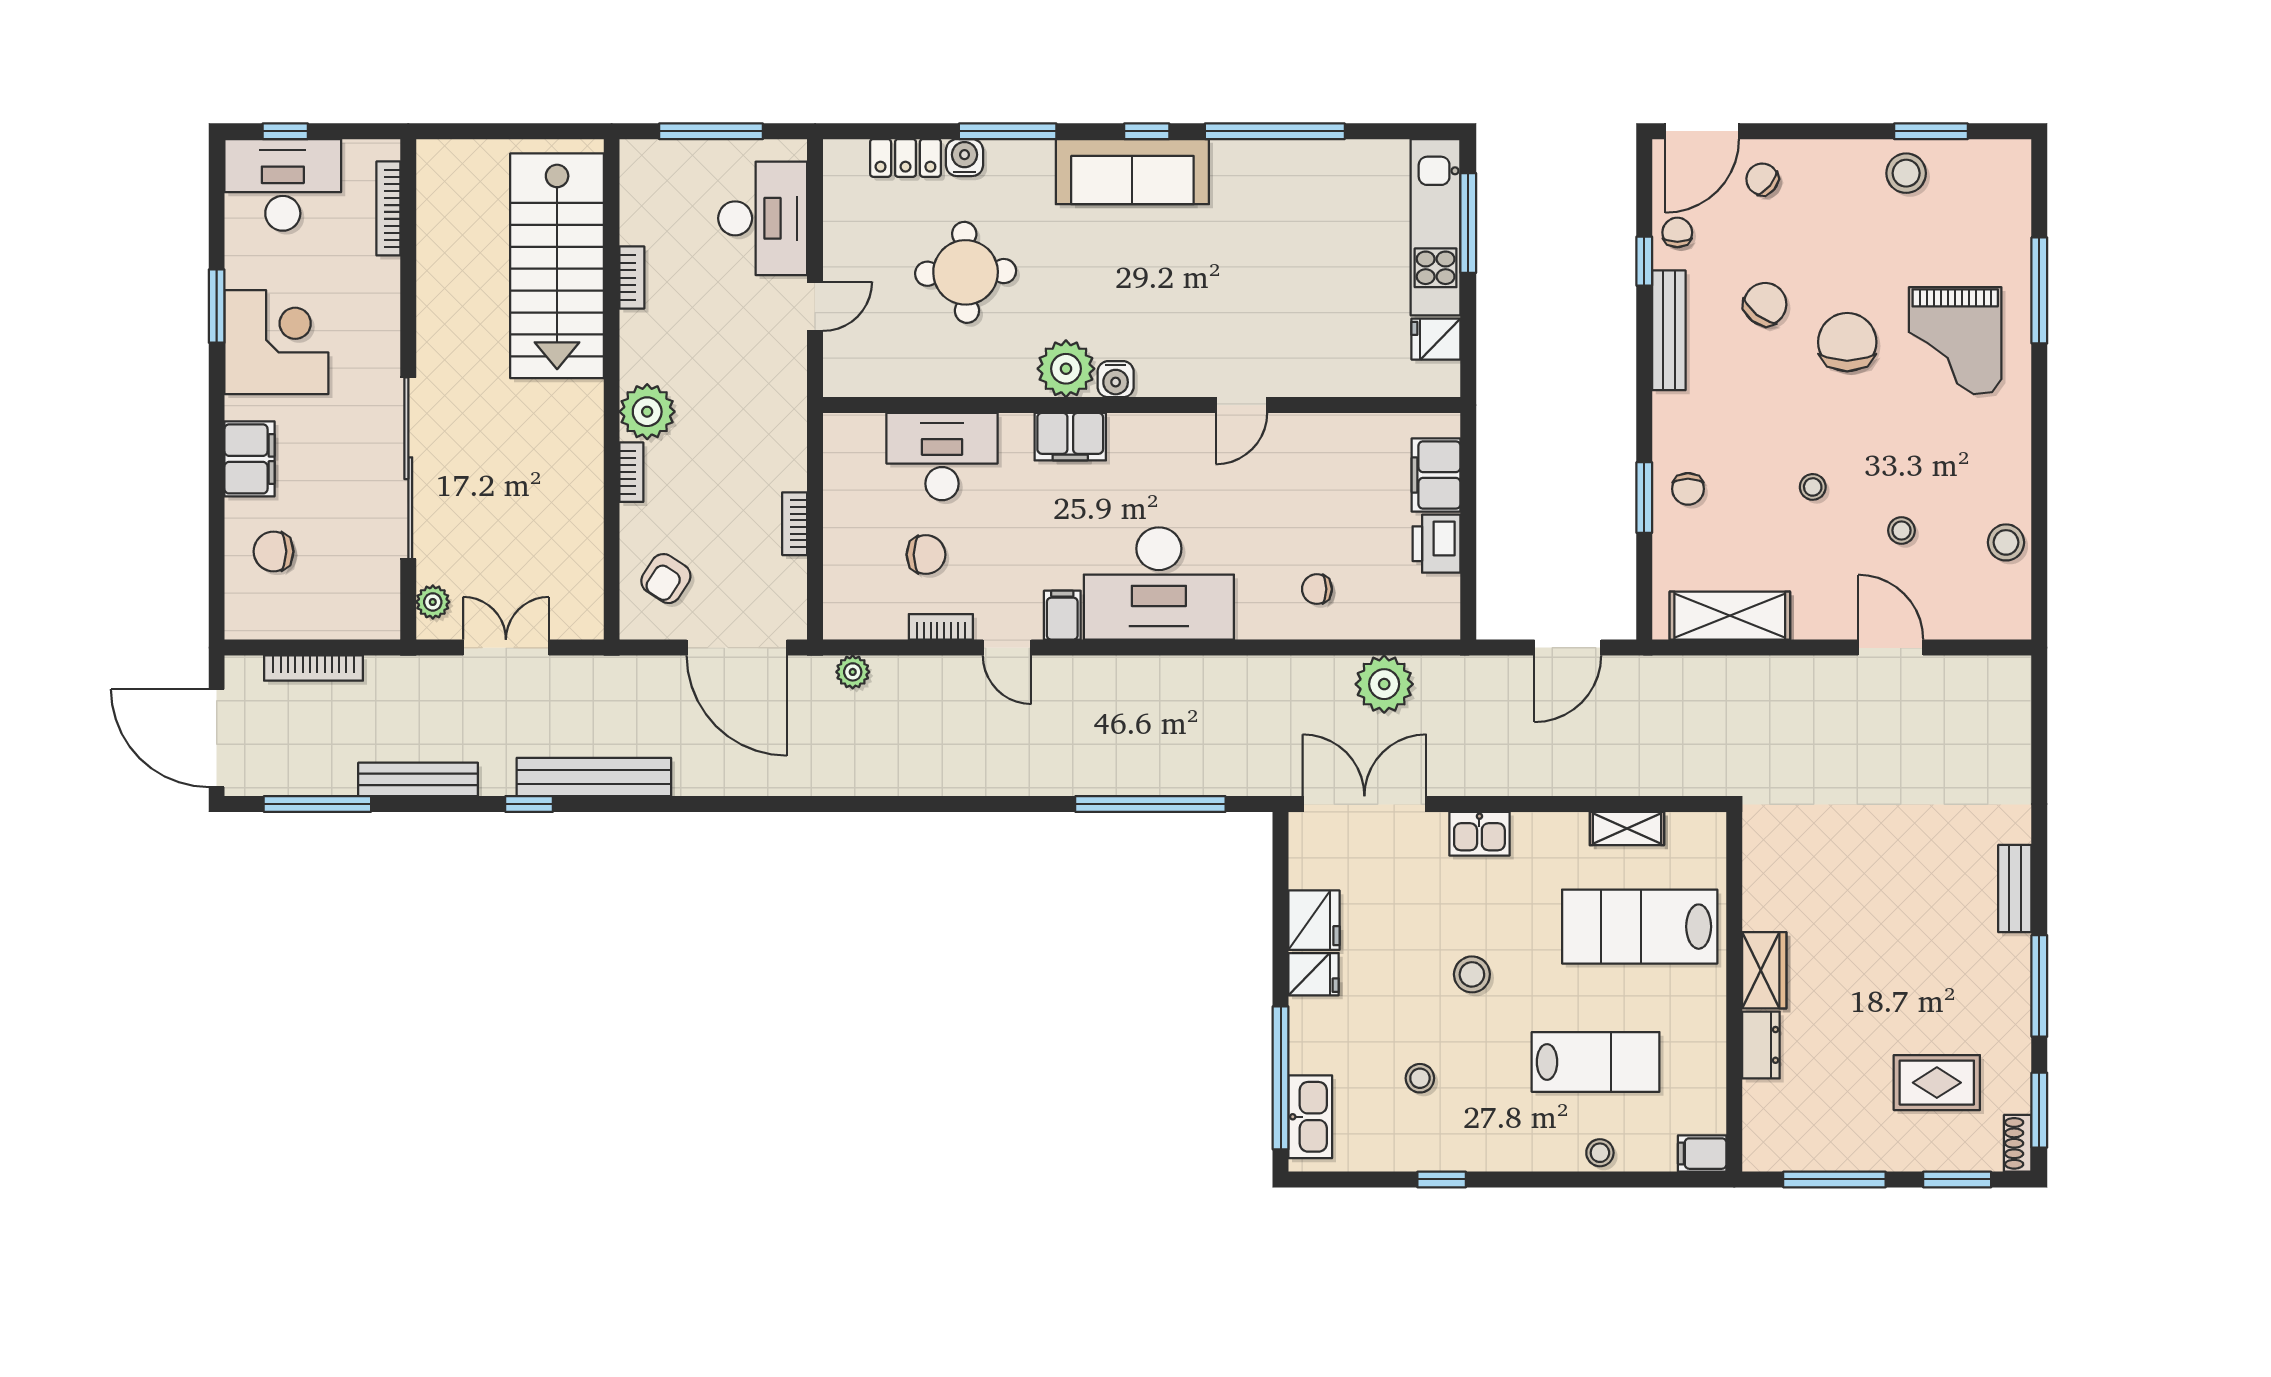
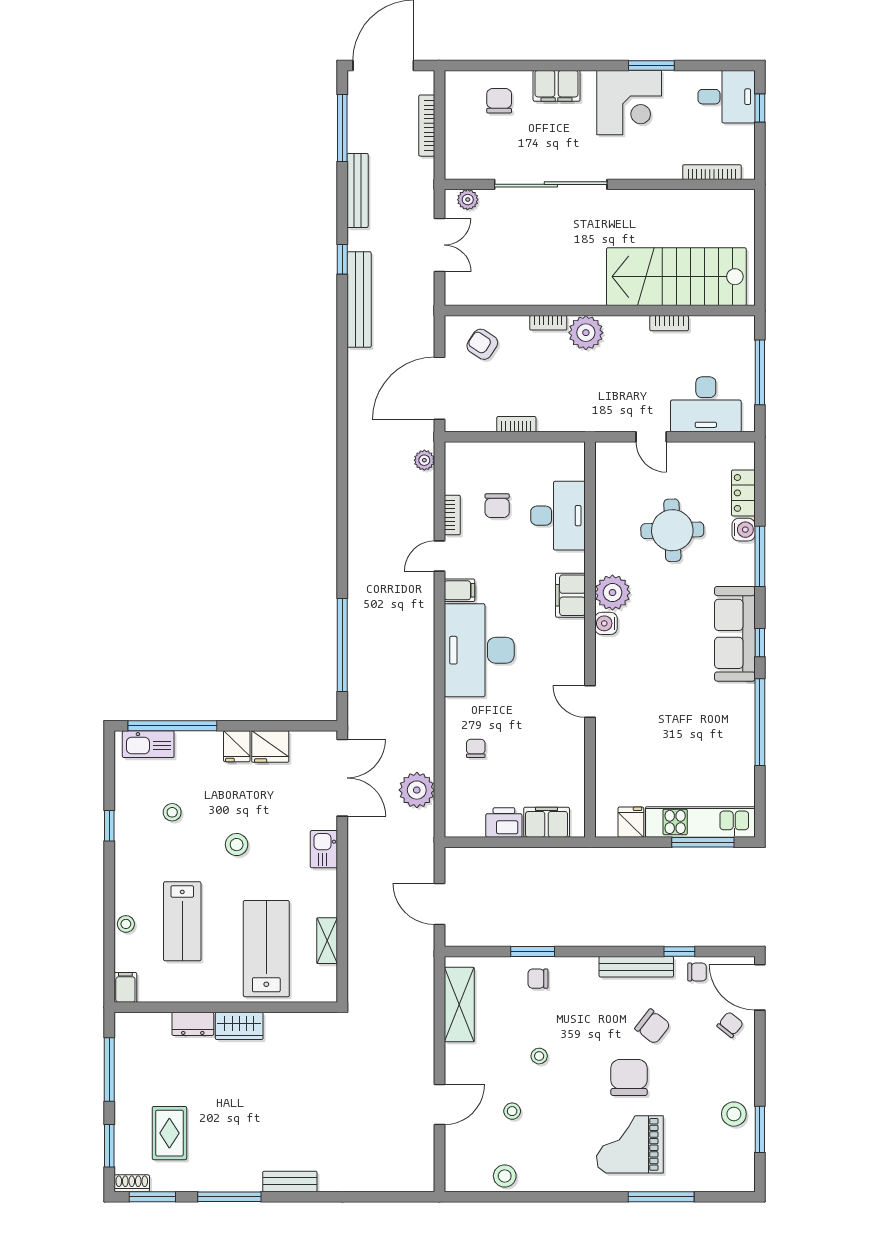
desk: (283, 185) -> (727, 97), width x0.73
chair: (1847, 342) -> (629, 1077), turned -90

